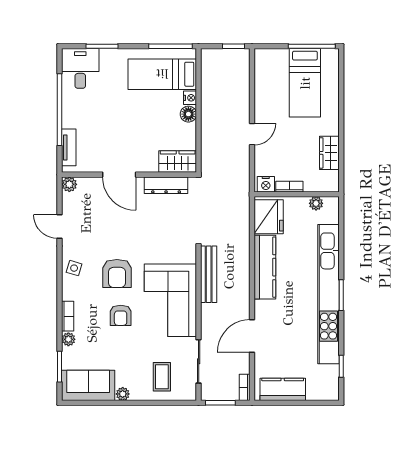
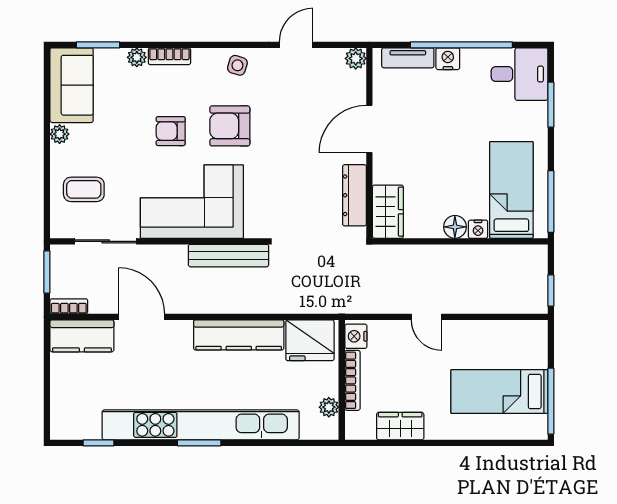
nightstand: (69, 119) -> (448, 59), added
bookcase: (289, 187) -> (352, 380), width x1.56
kitchen counter: (283, 389) -> (82, 336), moved, turned 90

